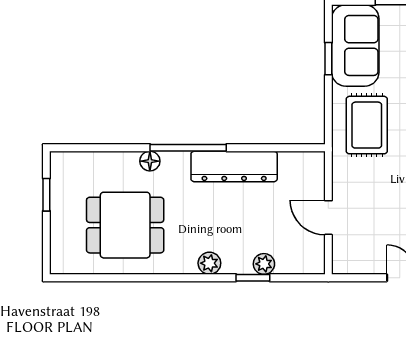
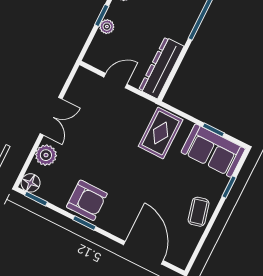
rug: (367, 125) -> (161, 133), turned 90
dresser: (234, 166) -> (161, 68), moved

